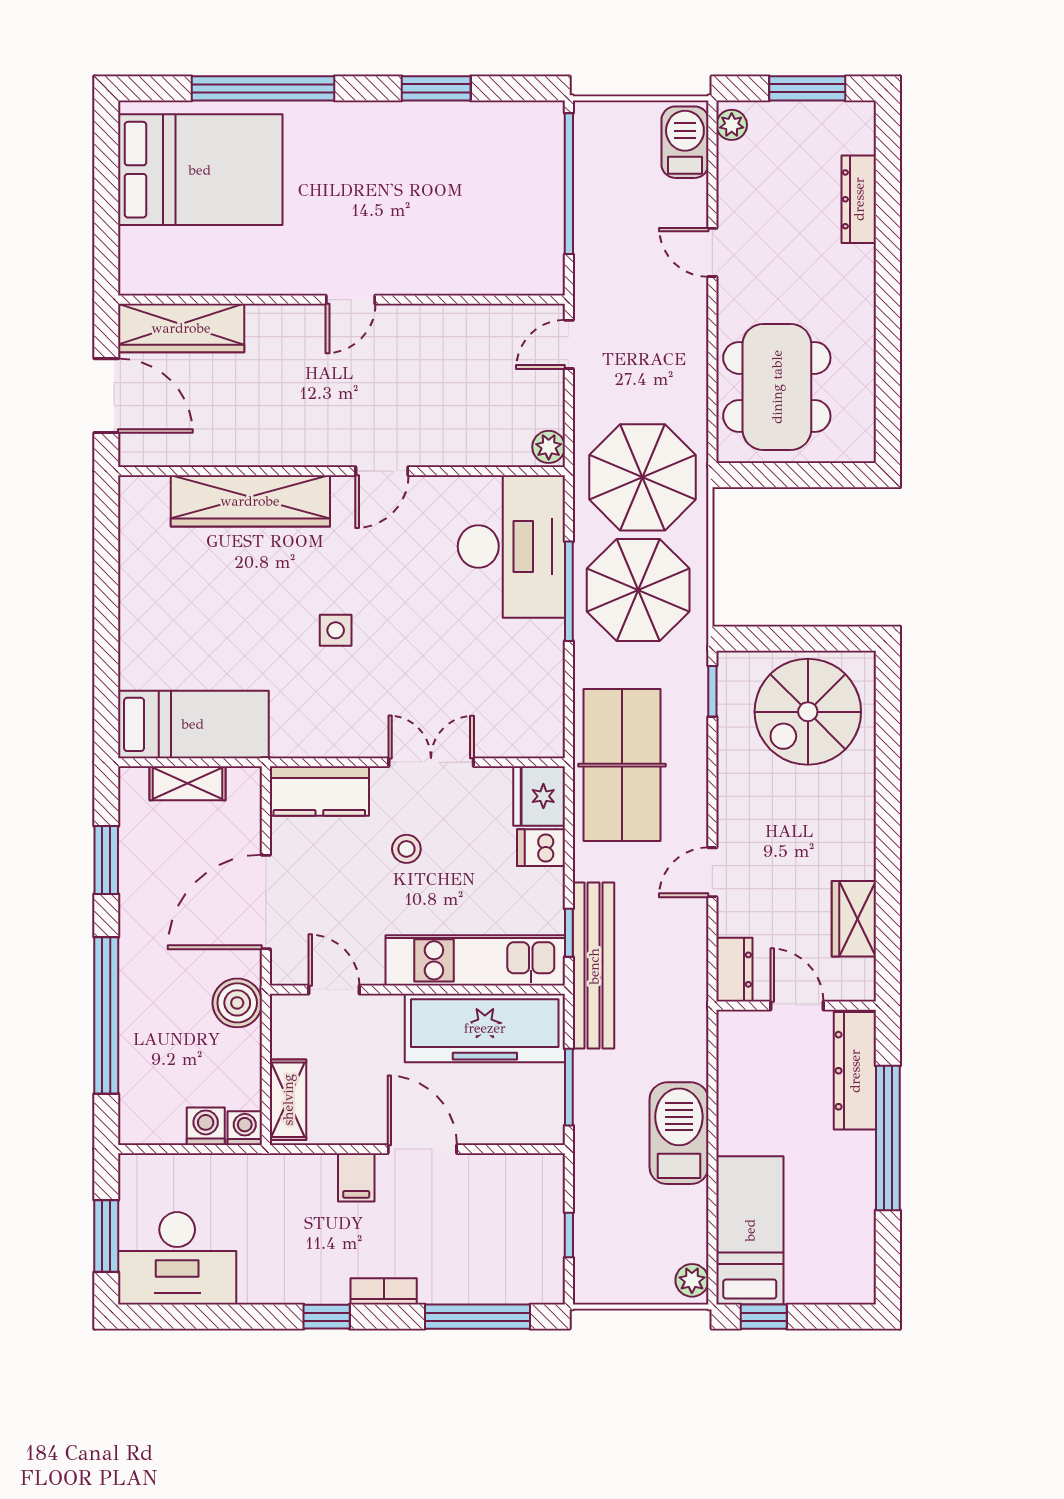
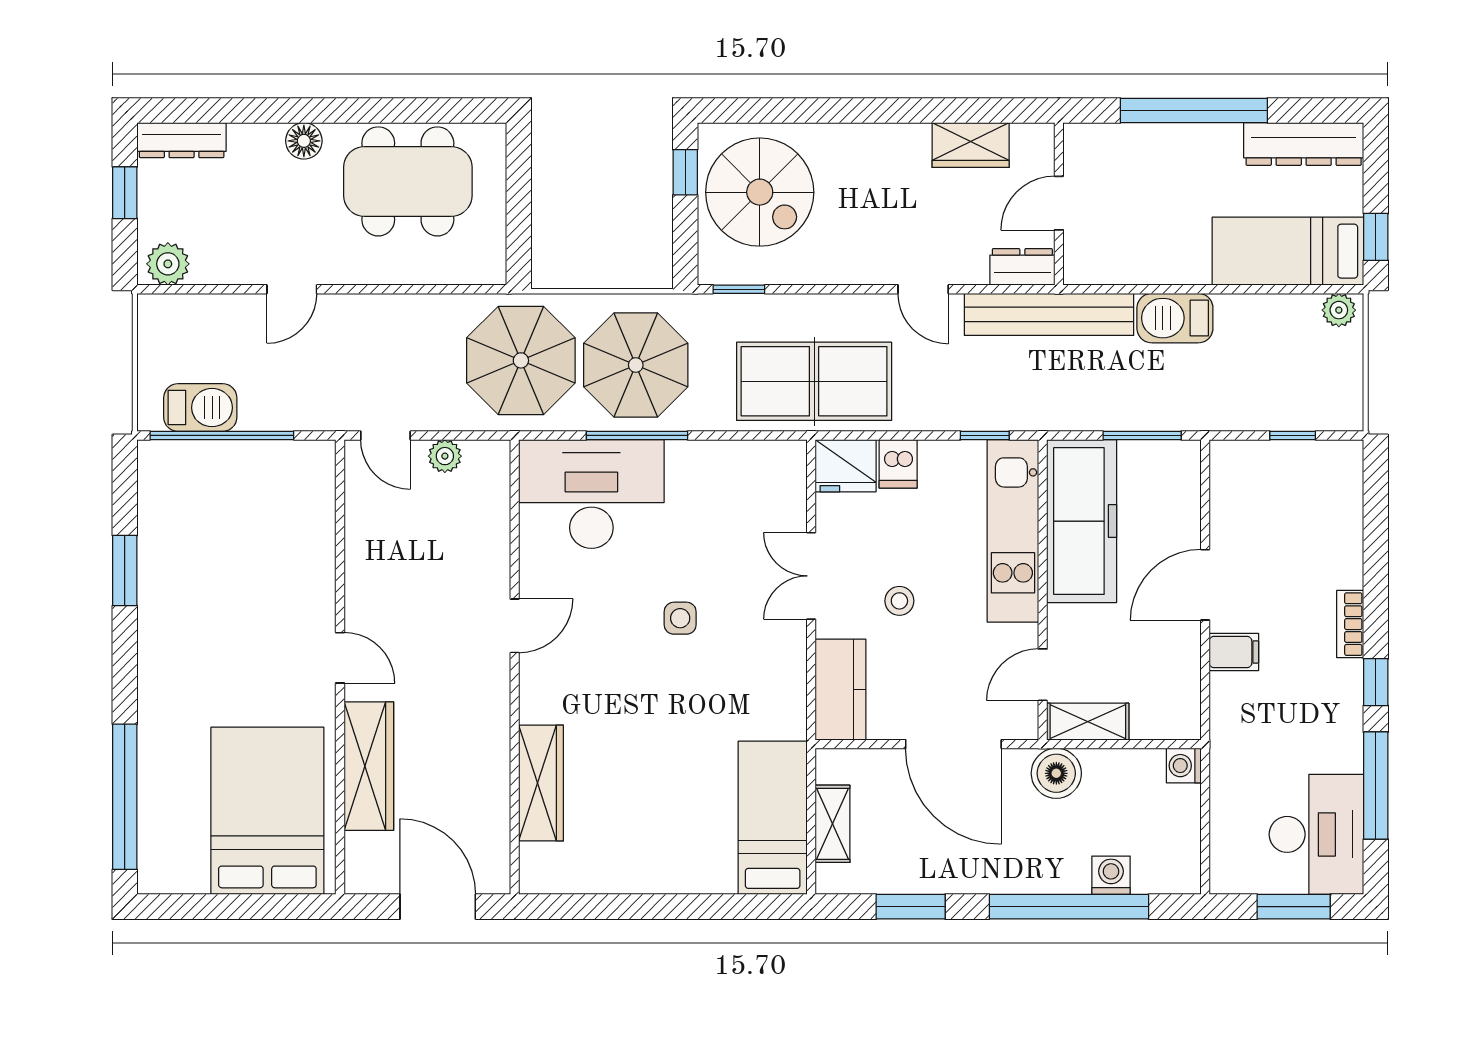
window: (263, 88) -> (125, 797), moved
window: (807, 88) -> (125, 193), width x0.67
plant: (732, 125) -> (168, 264), width x1.38, depth x1.38
barbecue: (685, 142) -> (200, 408), moved, turned 180
bed: (200, 170) -> (267, 811), moved
dresser: (859, 199) -> (182, 140), moved
floor lamp: (858, 264) -> (304, 141), added
wardrobe: (181, 328) -> (369, 766), moved
dining table: (777, 387) -> (408, 181), moved
door: (106, 396) -> (438, 907), hinge flipped
plant: (549, 447) -> (445, 456), moved
door: (382, 471) -> (515, 626), hinge flipped
wardrobe: (250, 501) -> (541, 783), width x0.71, depth x0.85
side table: (336, 630) -> (680, 618), moved
window: (827, 639) -> (685, 172), added
bench: (594, 966) -> (1049, 314), moved
dresser: (855, 1071) -> (1304, 144), moved
shelving: (288, 1100) -> (1088, 722), moved
washing machine: (206, 1126) -> (1111, 875), moved, turned 90
barbecue: (679, 1133) -> (1175, 318), width x0.73, depth x0.83
window: (478, 1317) -> (1376, 786), moved

